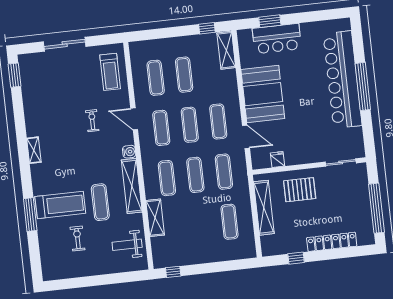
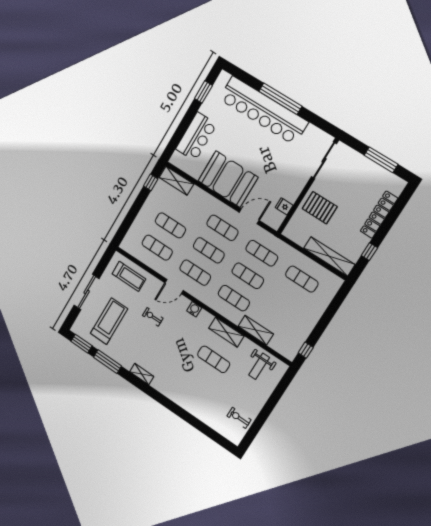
window: (270, 21) -> (203, 92), moved
sliding door: (341, 163) -> (324, 160), width x1.37
shelving: (132, 186) -> (226, 332), width x0.68
pallet: (300, 190) -> (320, 208), turned 90
treadmill: (60, 205) -> (109, 321), moved
shelving: (264, 208) -> (329, 256), moved
window: (376, 208) -> (381, 160), width x0.68
window: (30, 215) -> (107, 362), moved
exercise bike: (77, 239) -> (239, 418), moved

